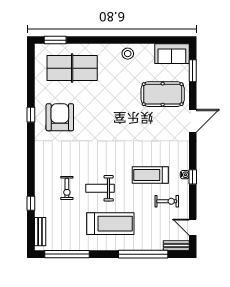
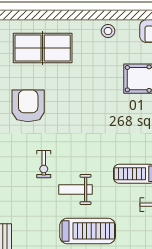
window: (55, 40) -> (23, 15), removed
exercise bike: (67, 188) -> (44, 164), moved

